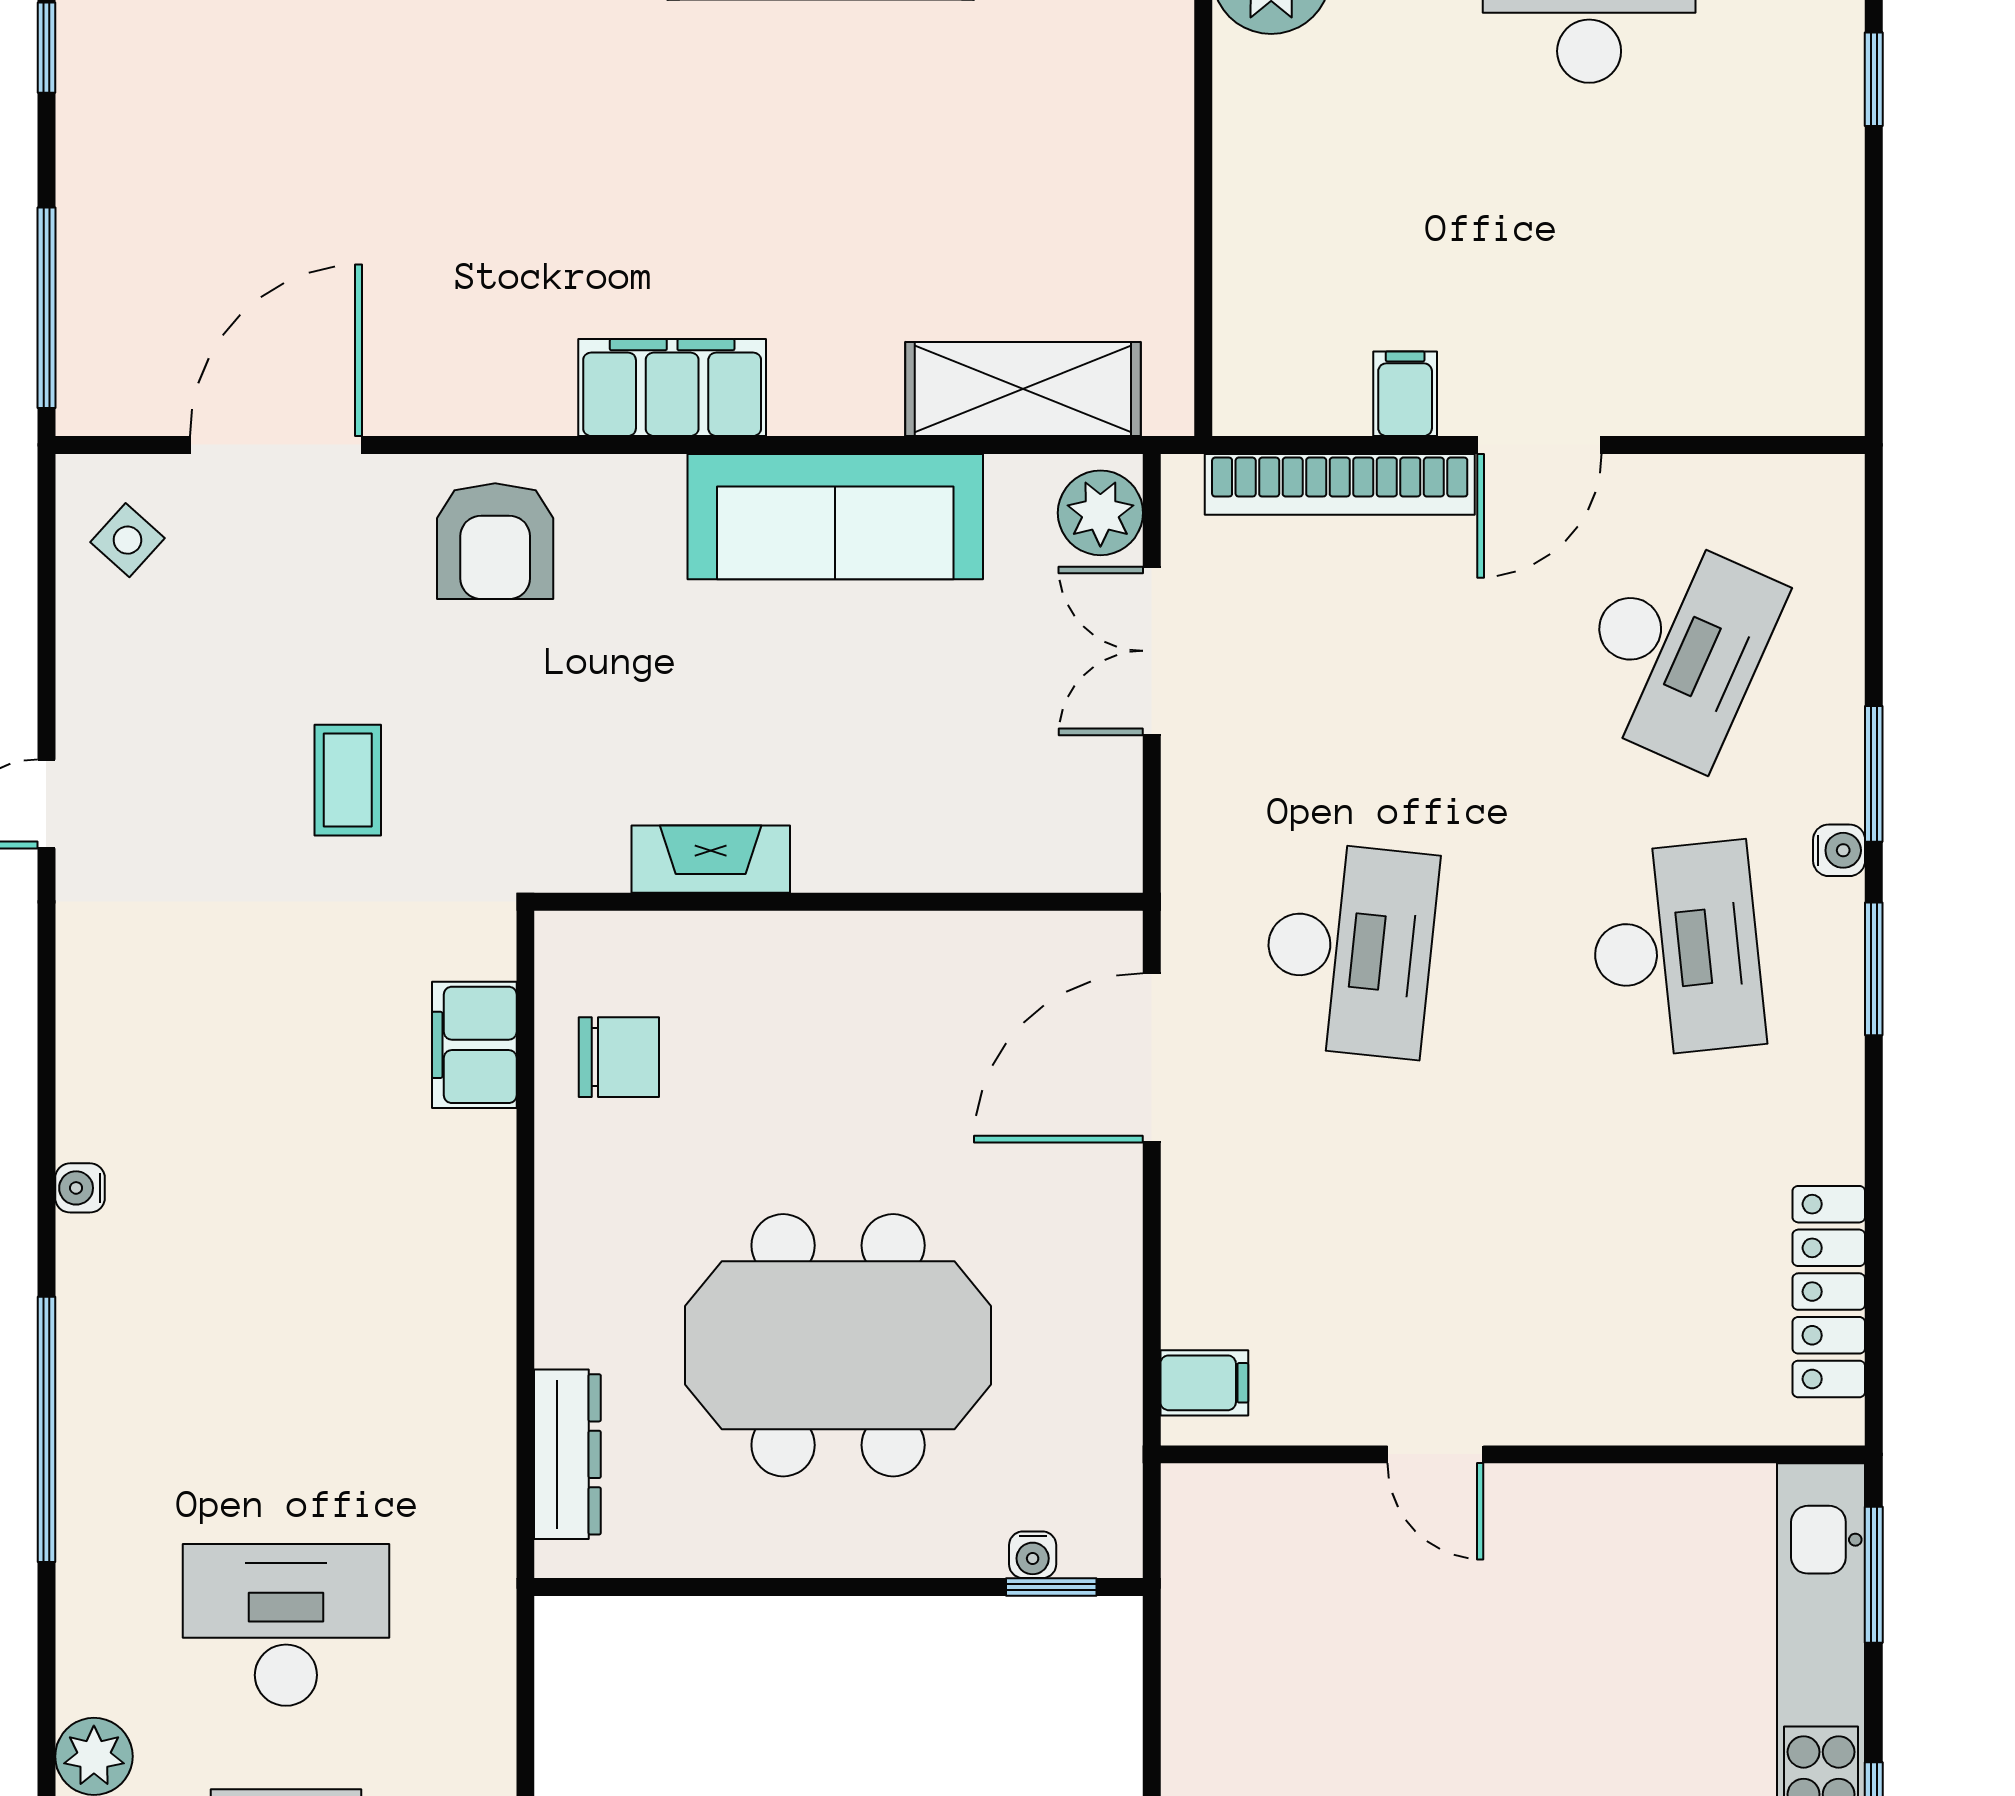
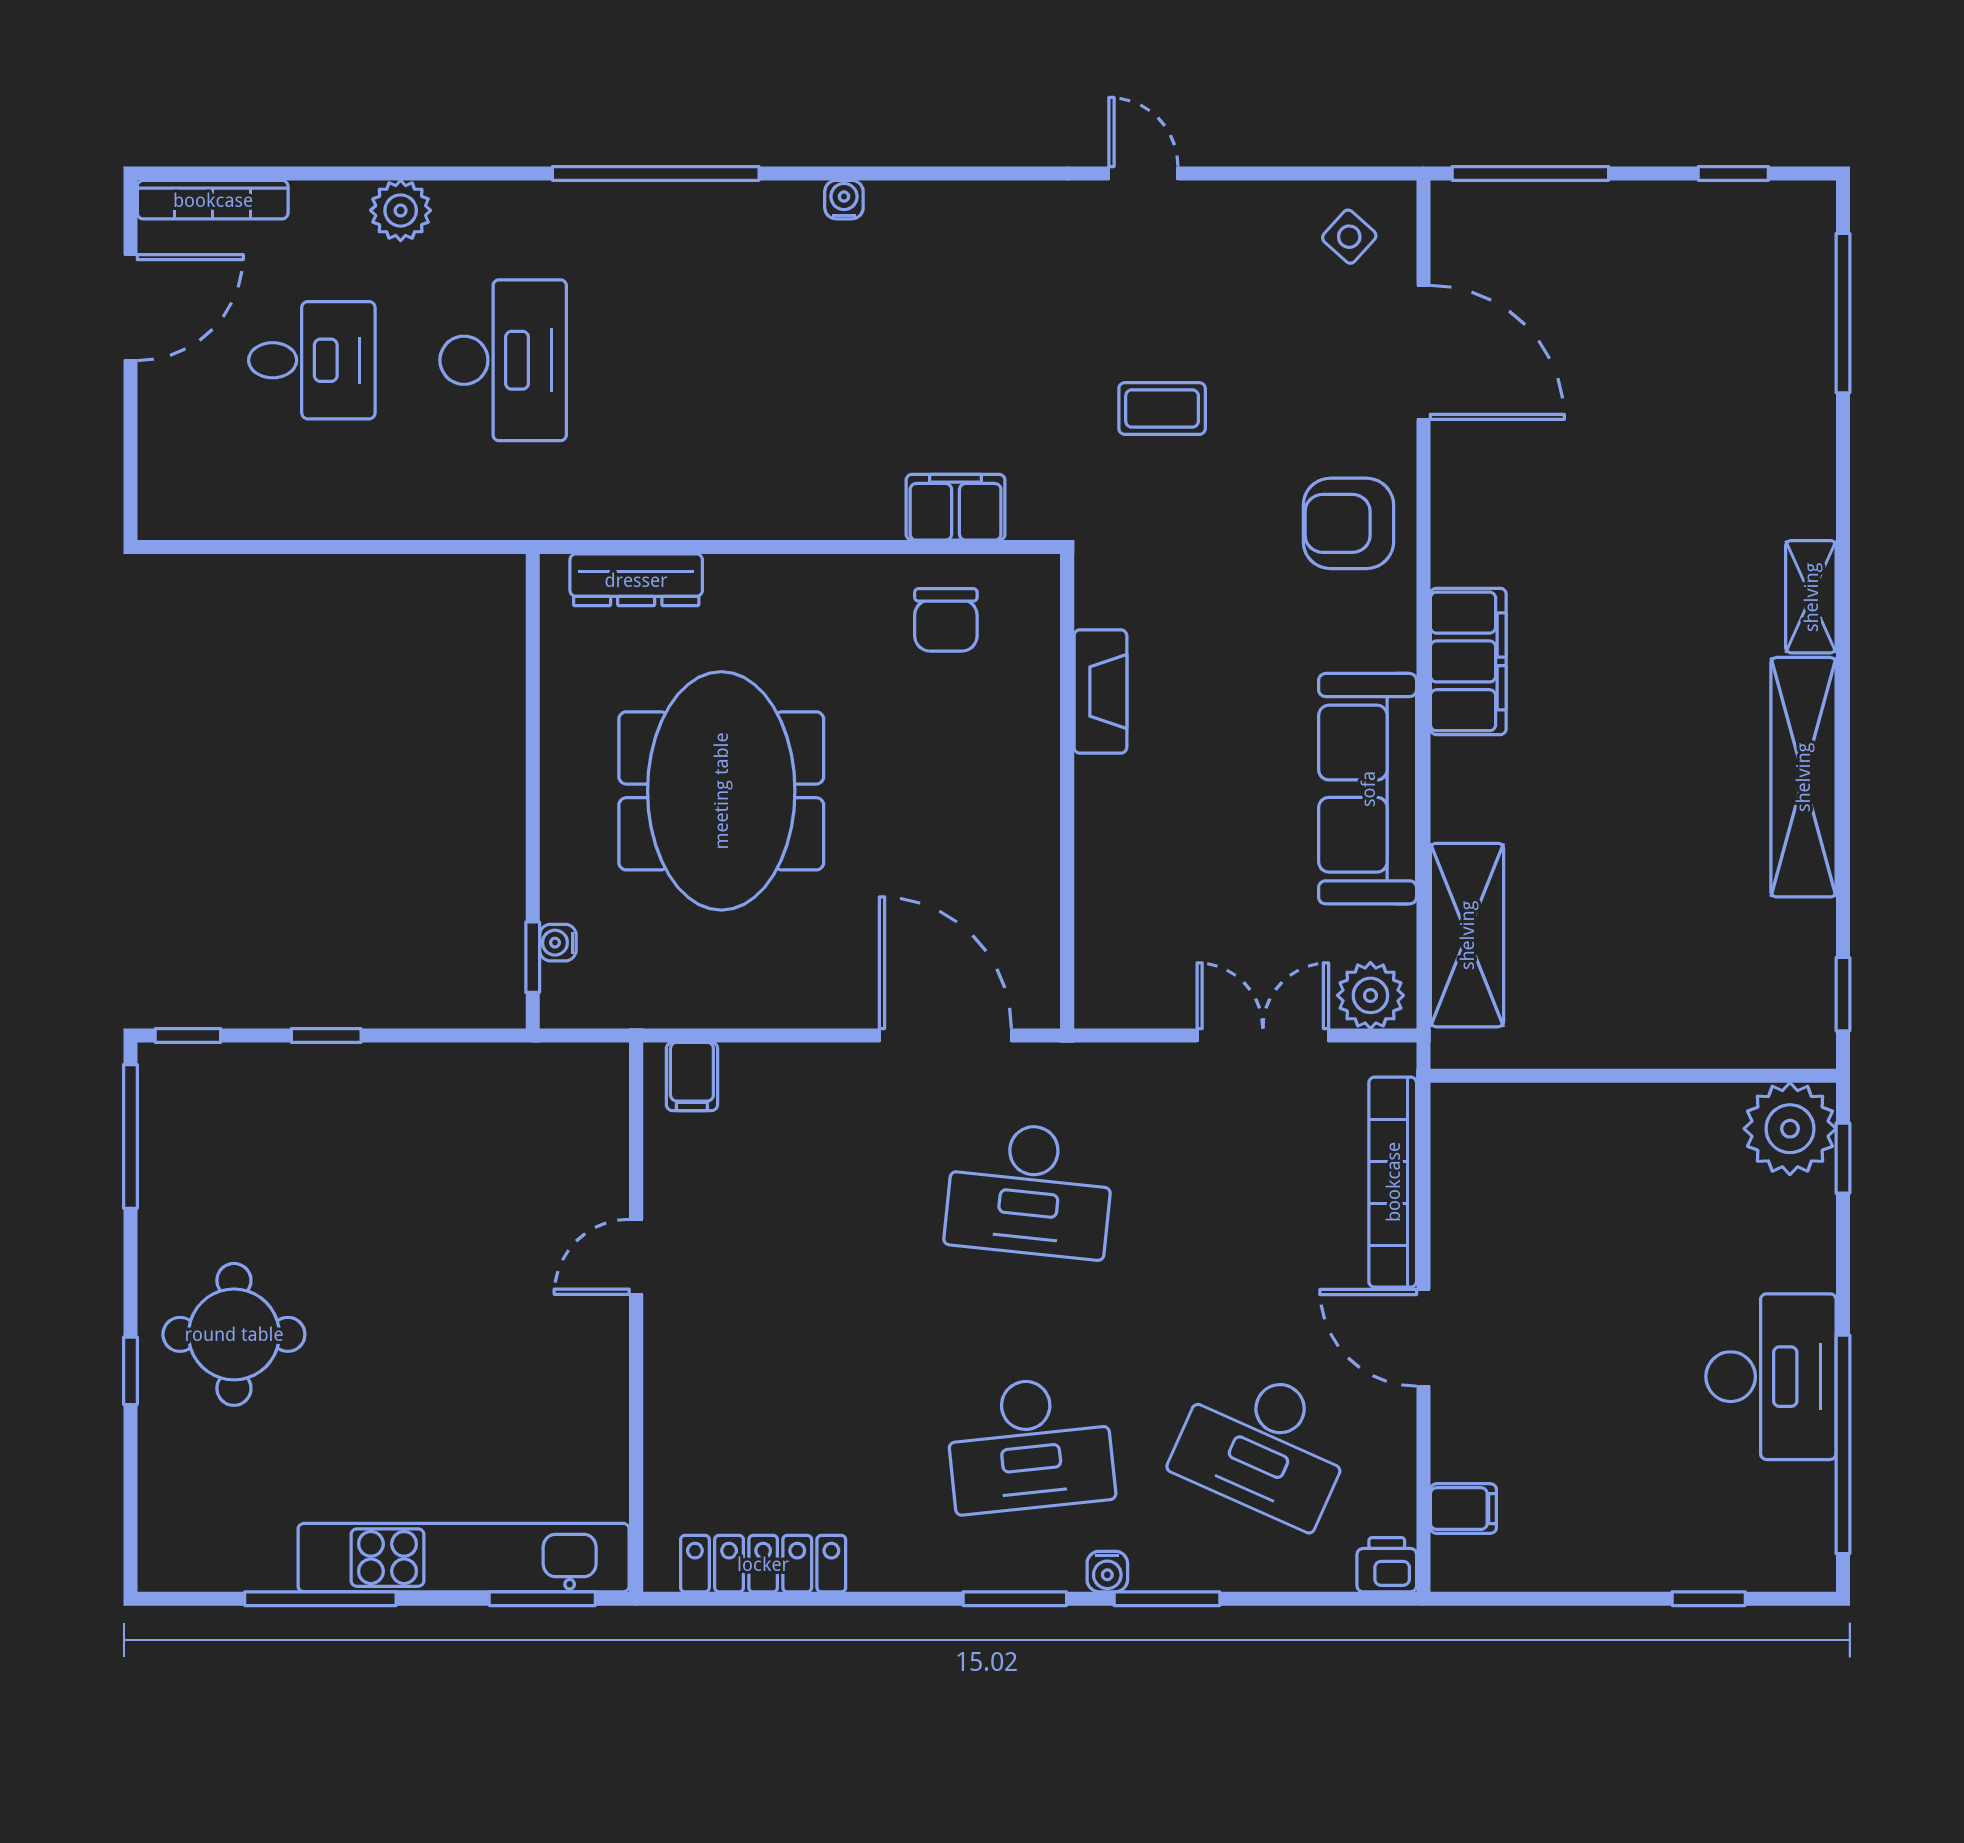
filing cabinet: (1405, 394) -> (1463, 1509), moved
printer: (1830, 492) -> (1387, 1565), added

